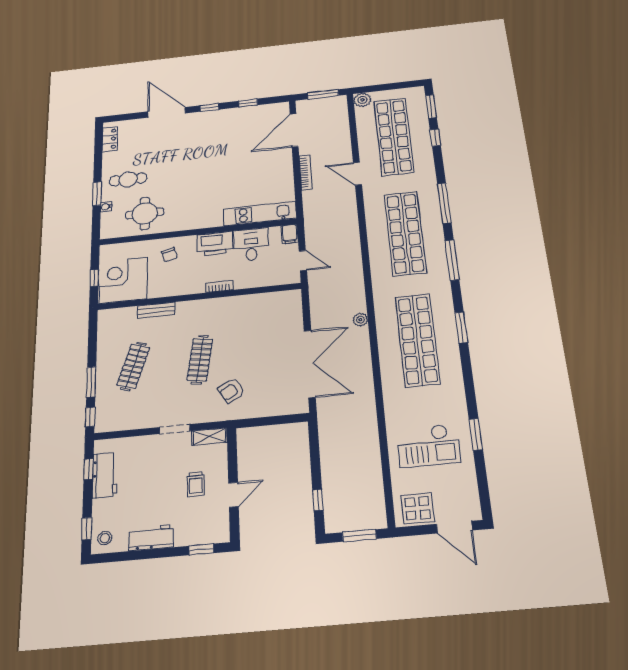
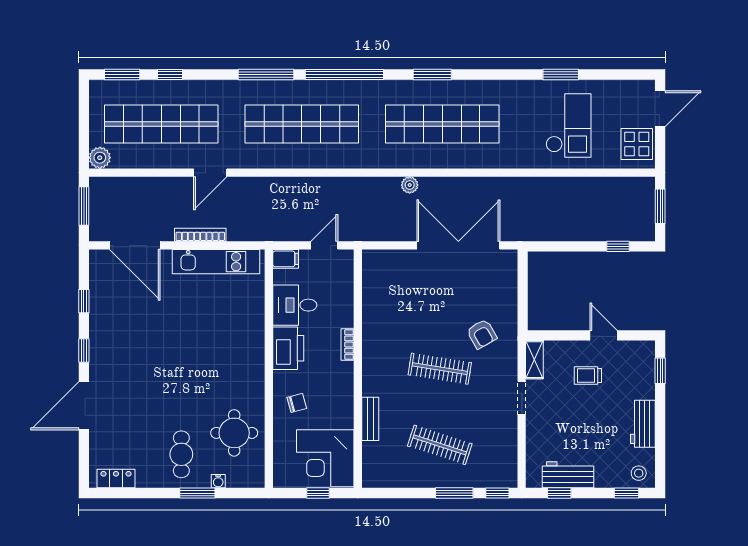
kitchen unit: (260, 214) -> (216, 262), moved, turned -90
window: (452, 260) -> (344, 74), width x1.46
trolley: (196, 484) -> (588, 375), turned 180

